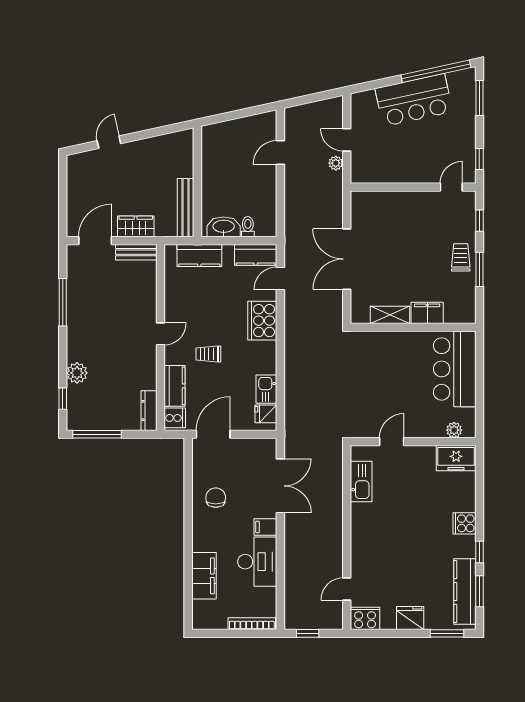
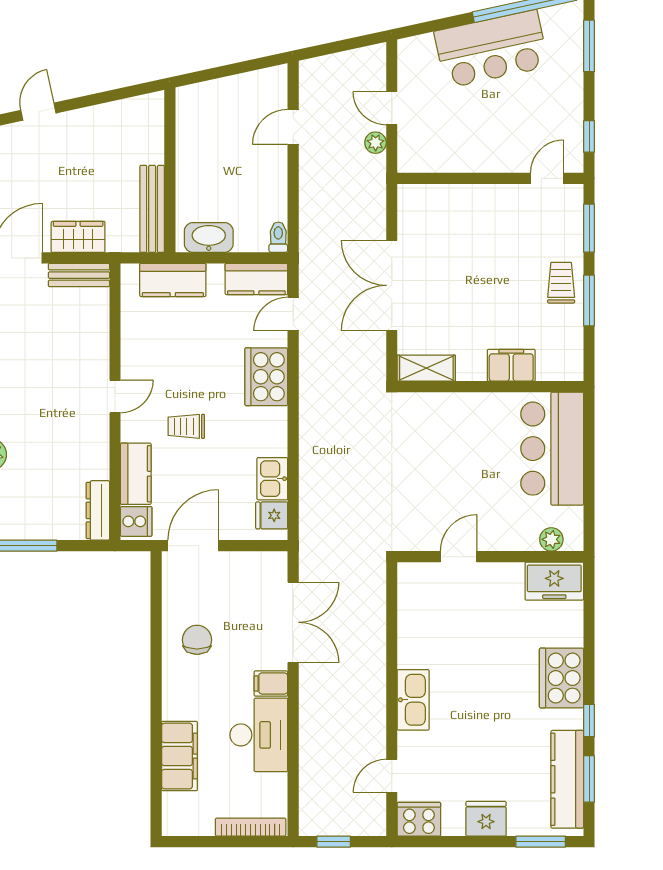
window: (479, 221) -> (589, 228), width x1.50
toilet: (248, 227) -> (278, 237), moved
shelving: (390, 315) -> (426, 368), moved
kitchen sink: (361, 482) -> (413, 700), moved
cooker: (464, 523) -> (562, 678), width x1.87, depth x1.31

